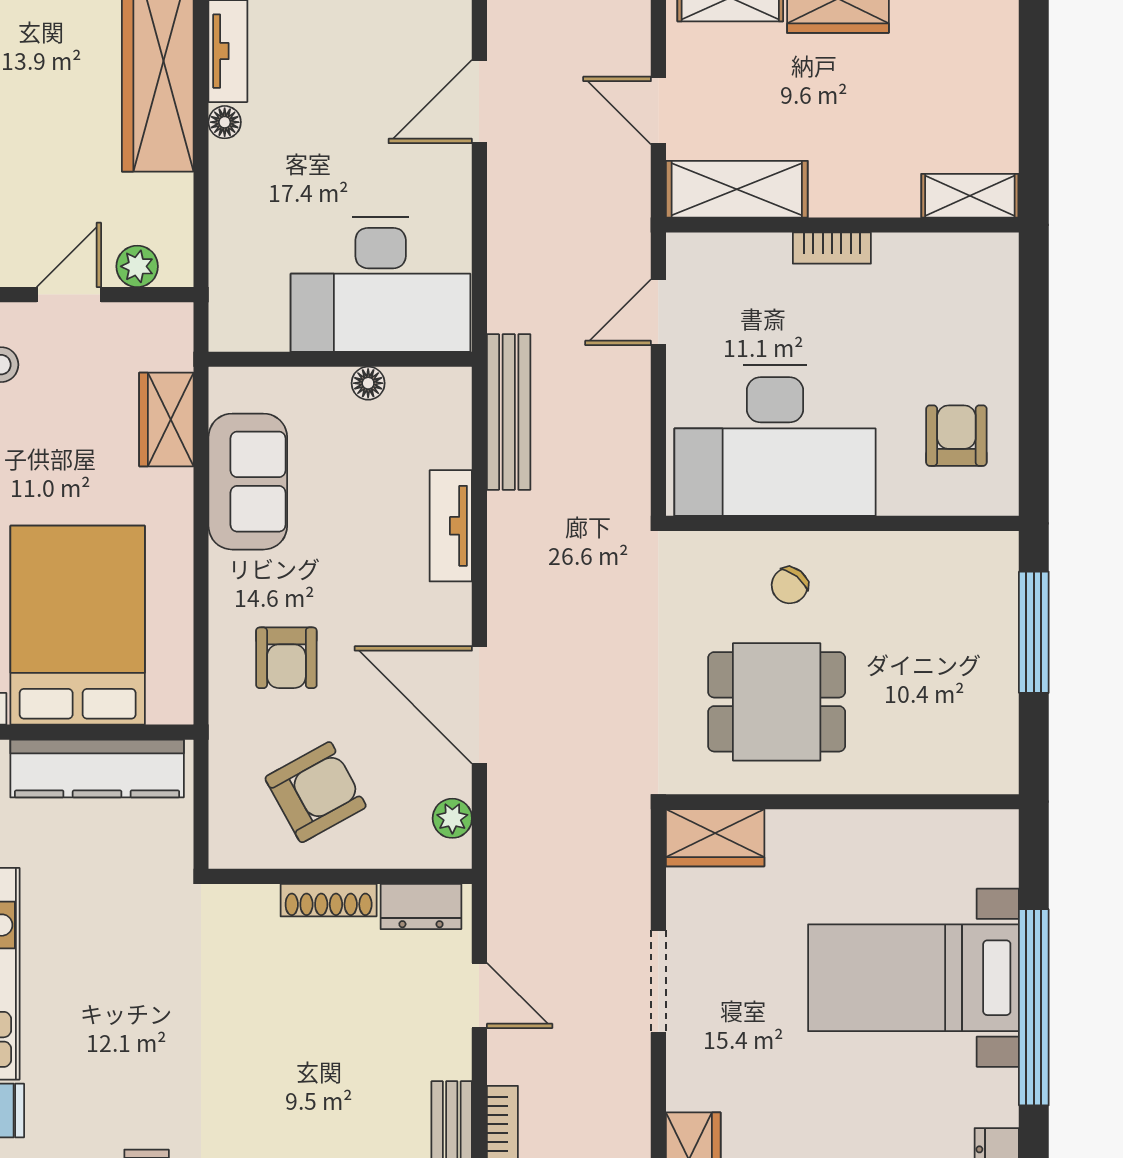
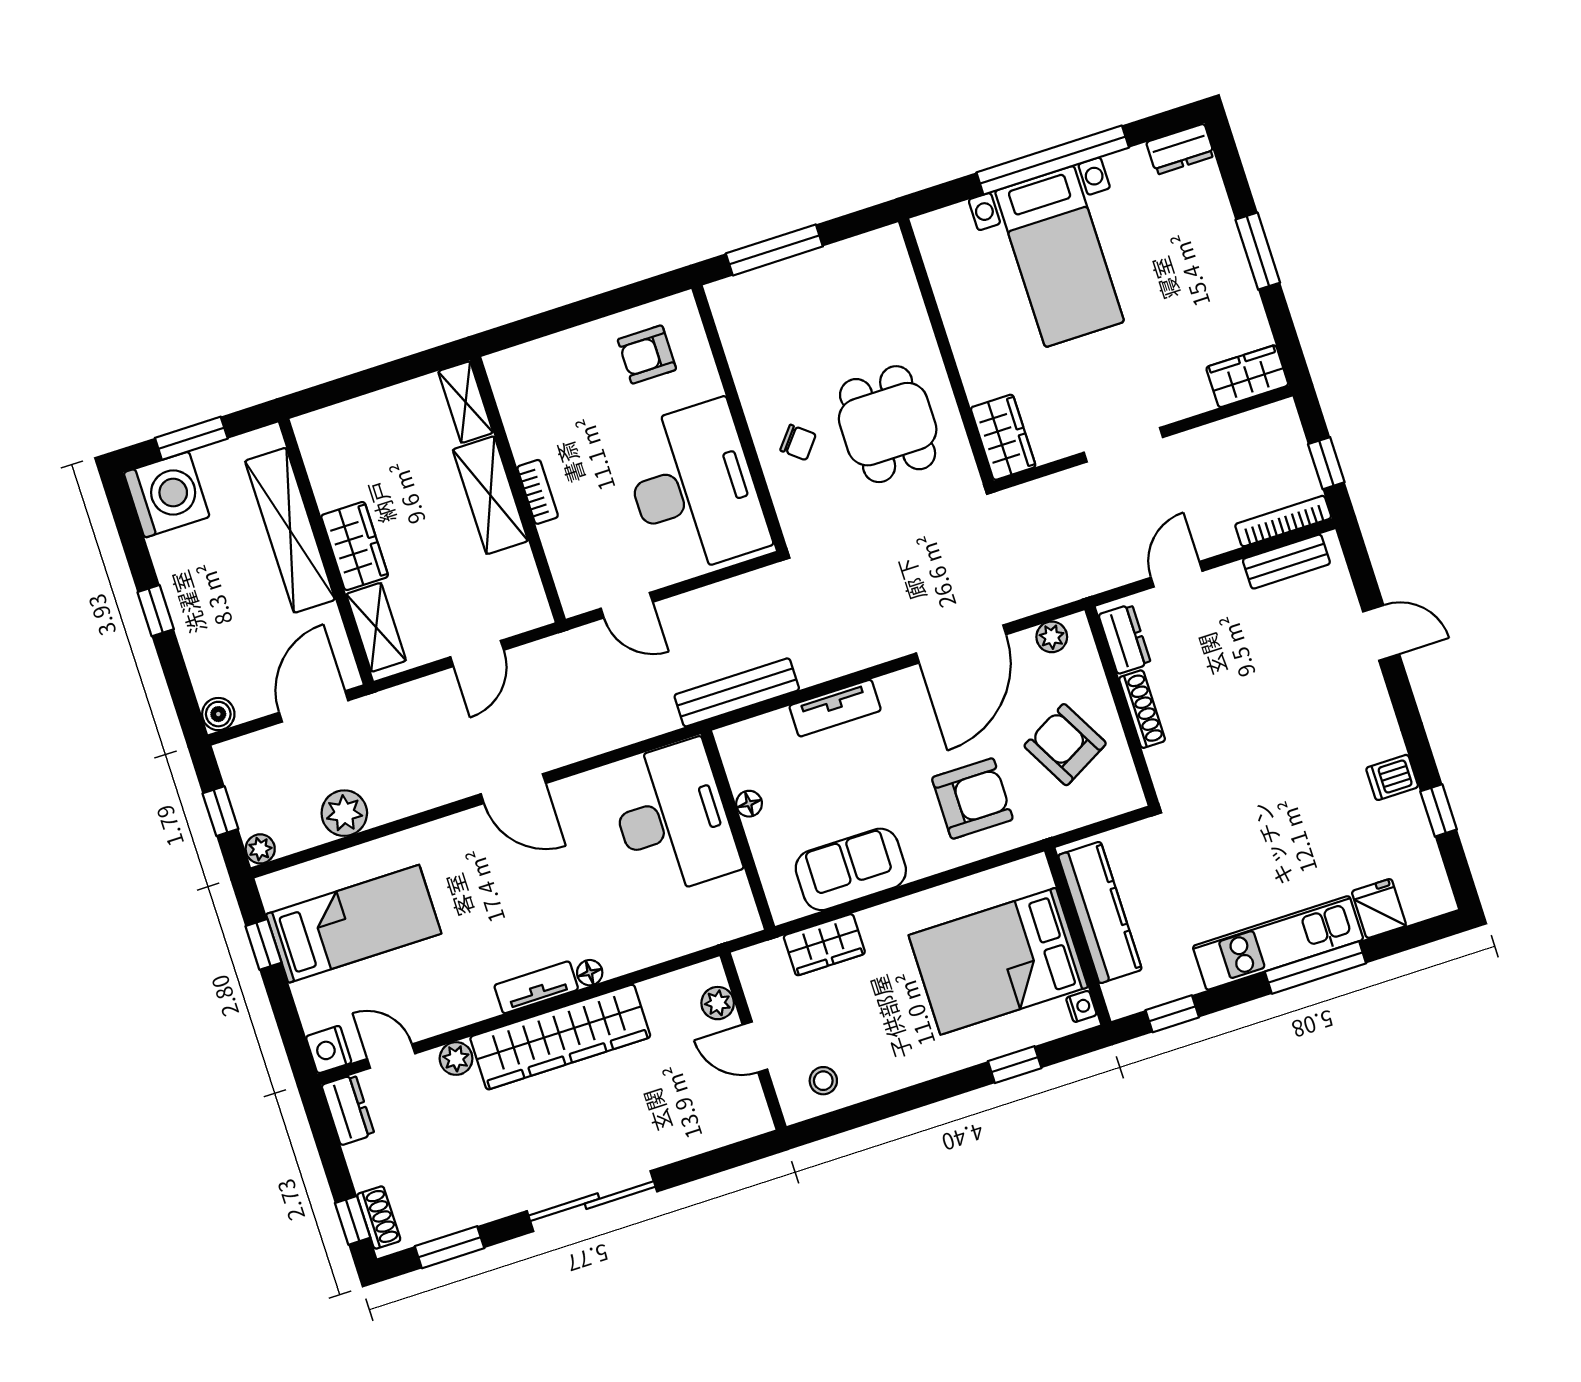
shelving: (737, 189) -> (490, 495), moved
armchair: (286, 658) -> (972, 798), width x1.38, depth x1.38

